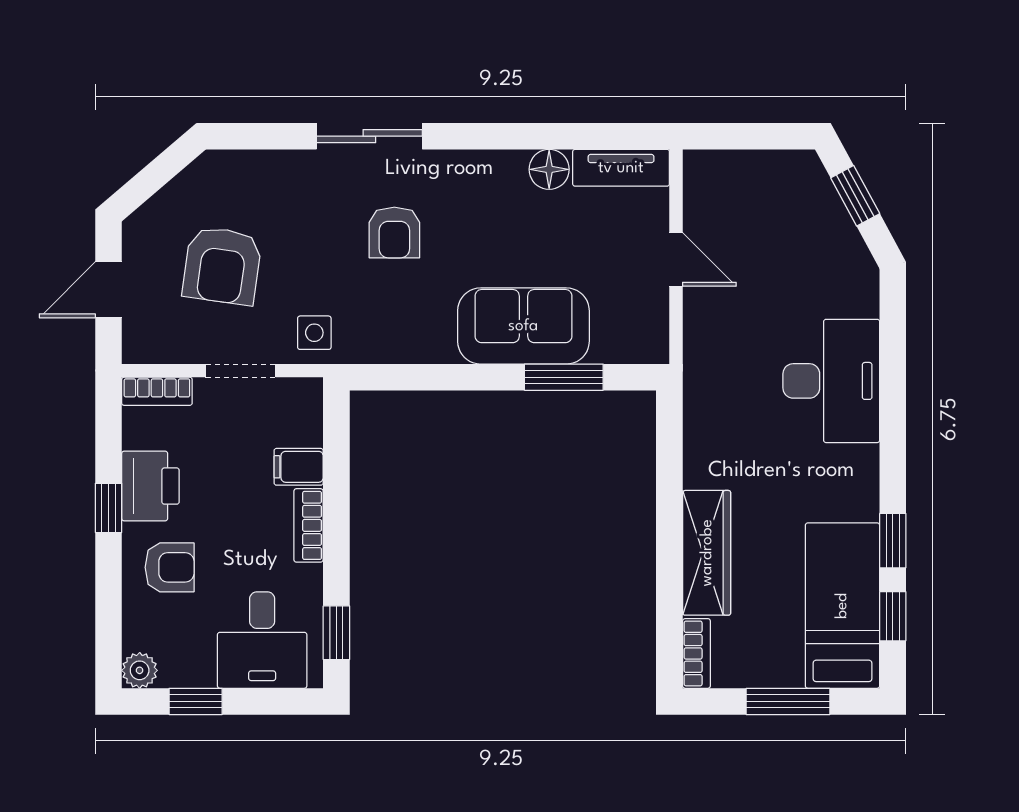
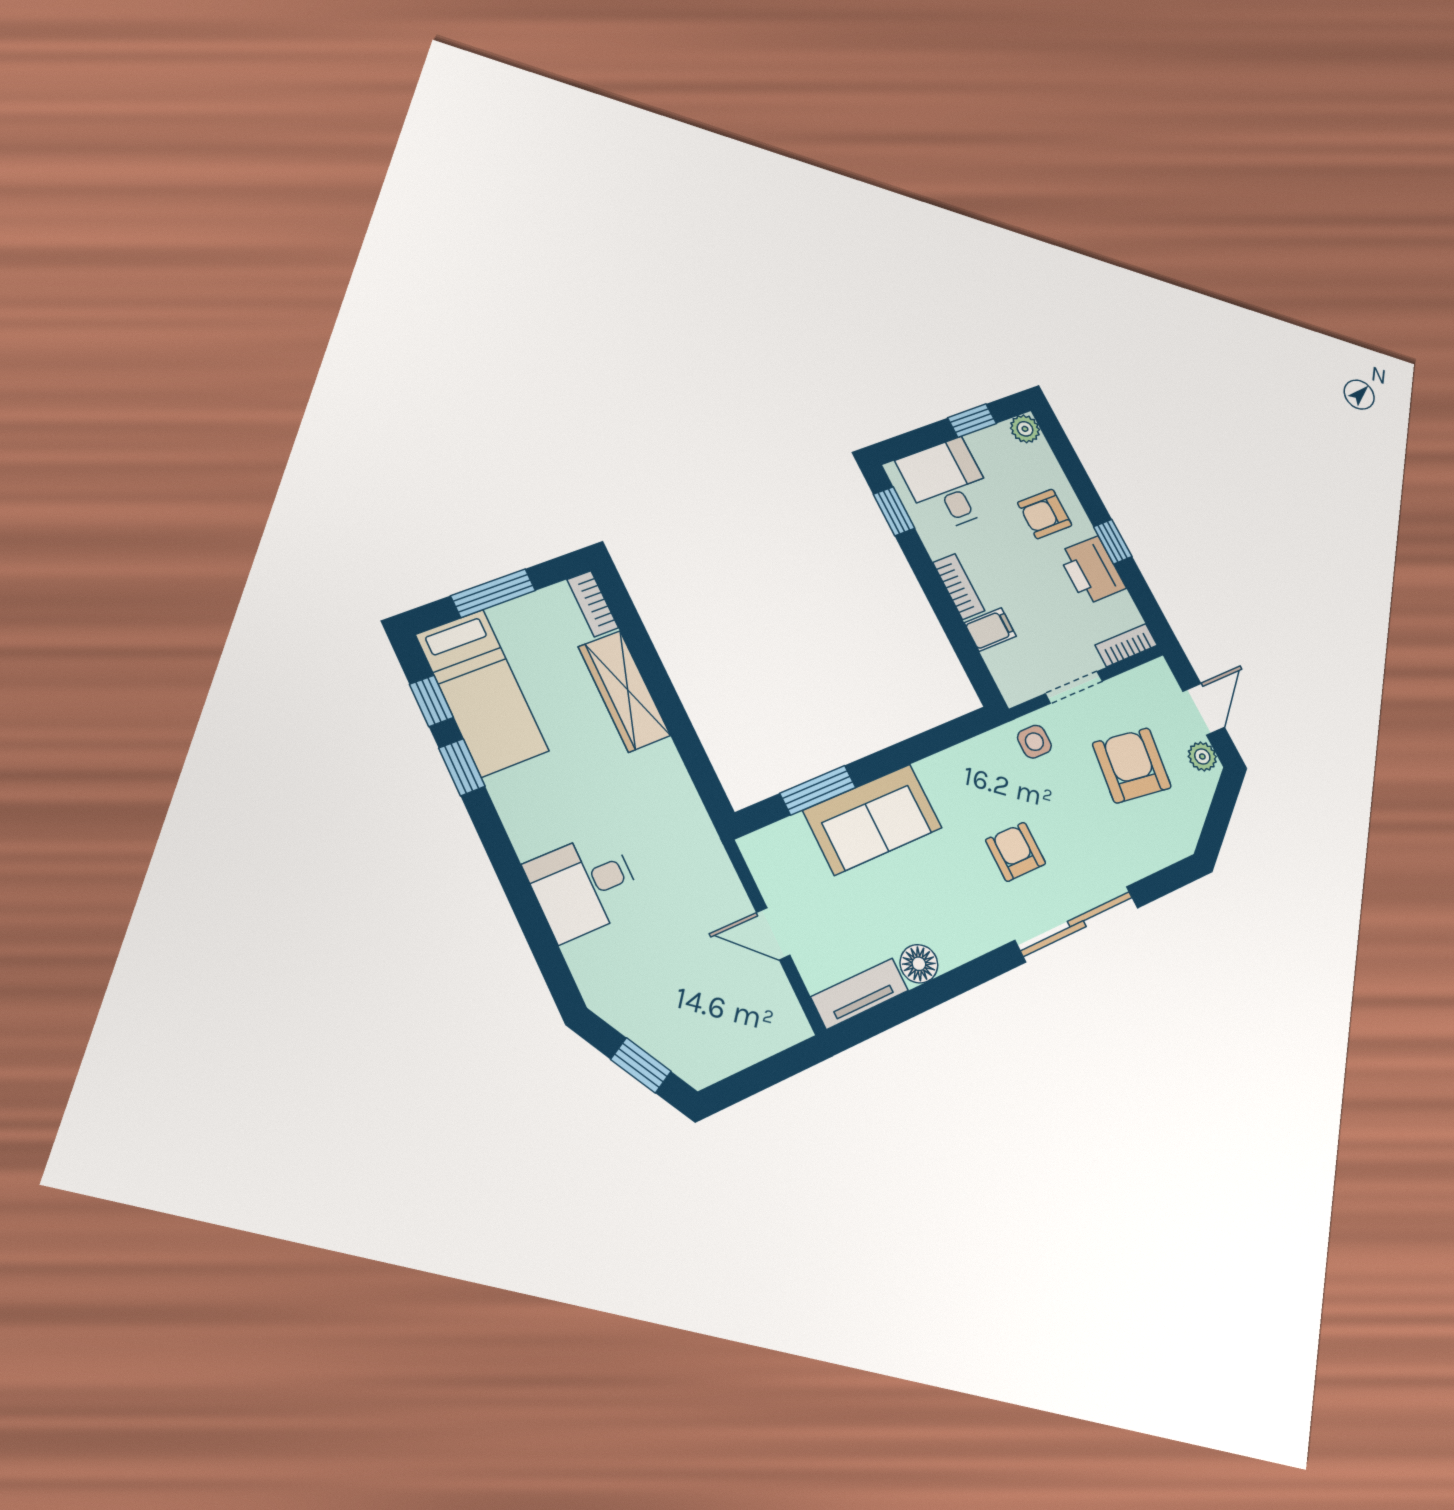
sliding door: (369, 136) -> (1077, 924), width x1.37
plant: (139, 242) -> (1202, 756), added
desk: (831, 381) -> (584, 886), width x0.73

